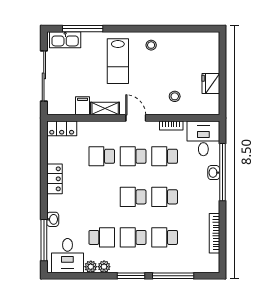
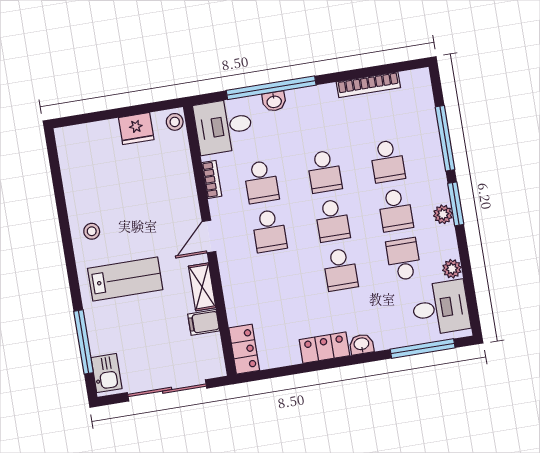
kitchen sink: (65, 40) -> (106, 373), width x0.73
stool: (175, 96) -> (175, 122), moved
school desk: (102, 156) -> (340, 270), moved
washbasin: (53, 219) -> (362, 344), moved
plant: (104, 267) -> (443, 214), moved

